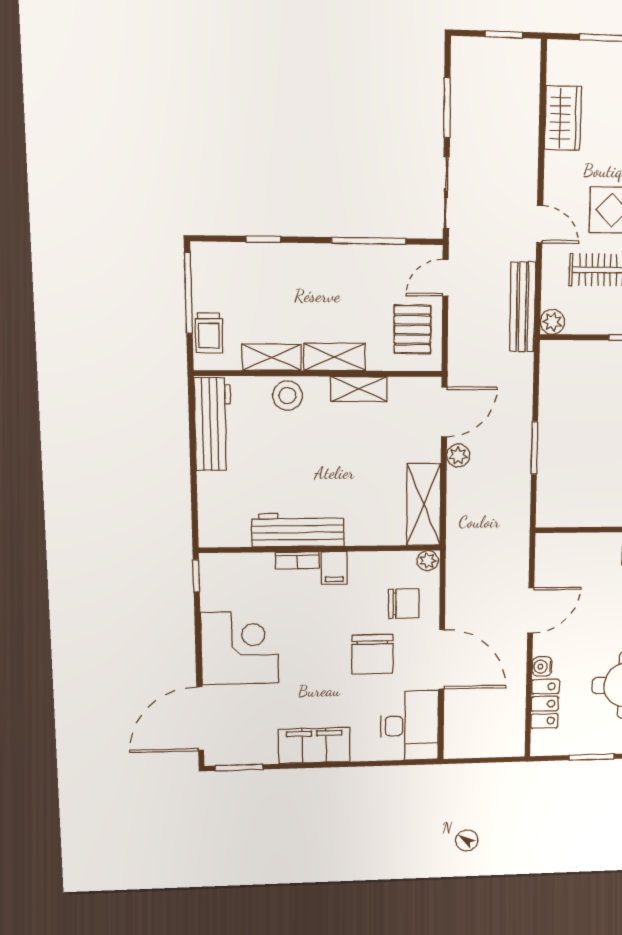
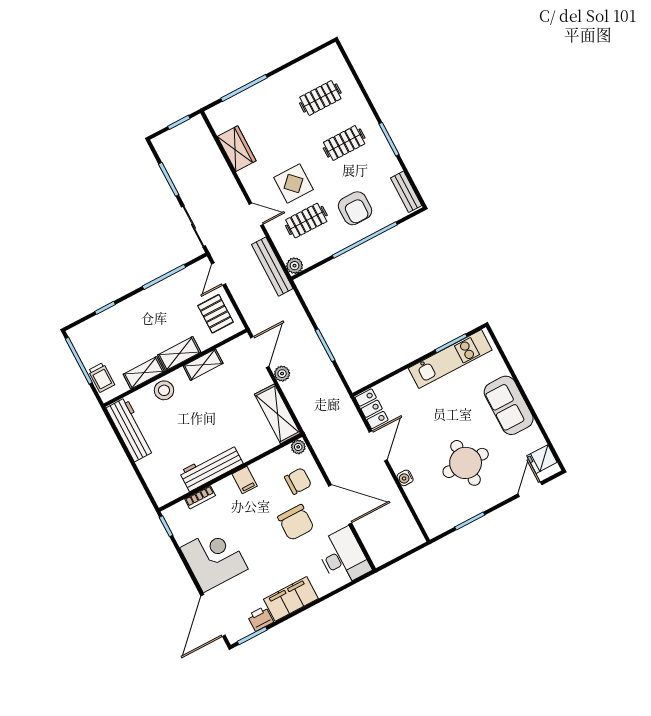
bookcase: (297, 560) -> (200, 497), moved
locker: (545, 704) -> (372, 409), moved
printer: (261, 752) -> (260, 619), added

